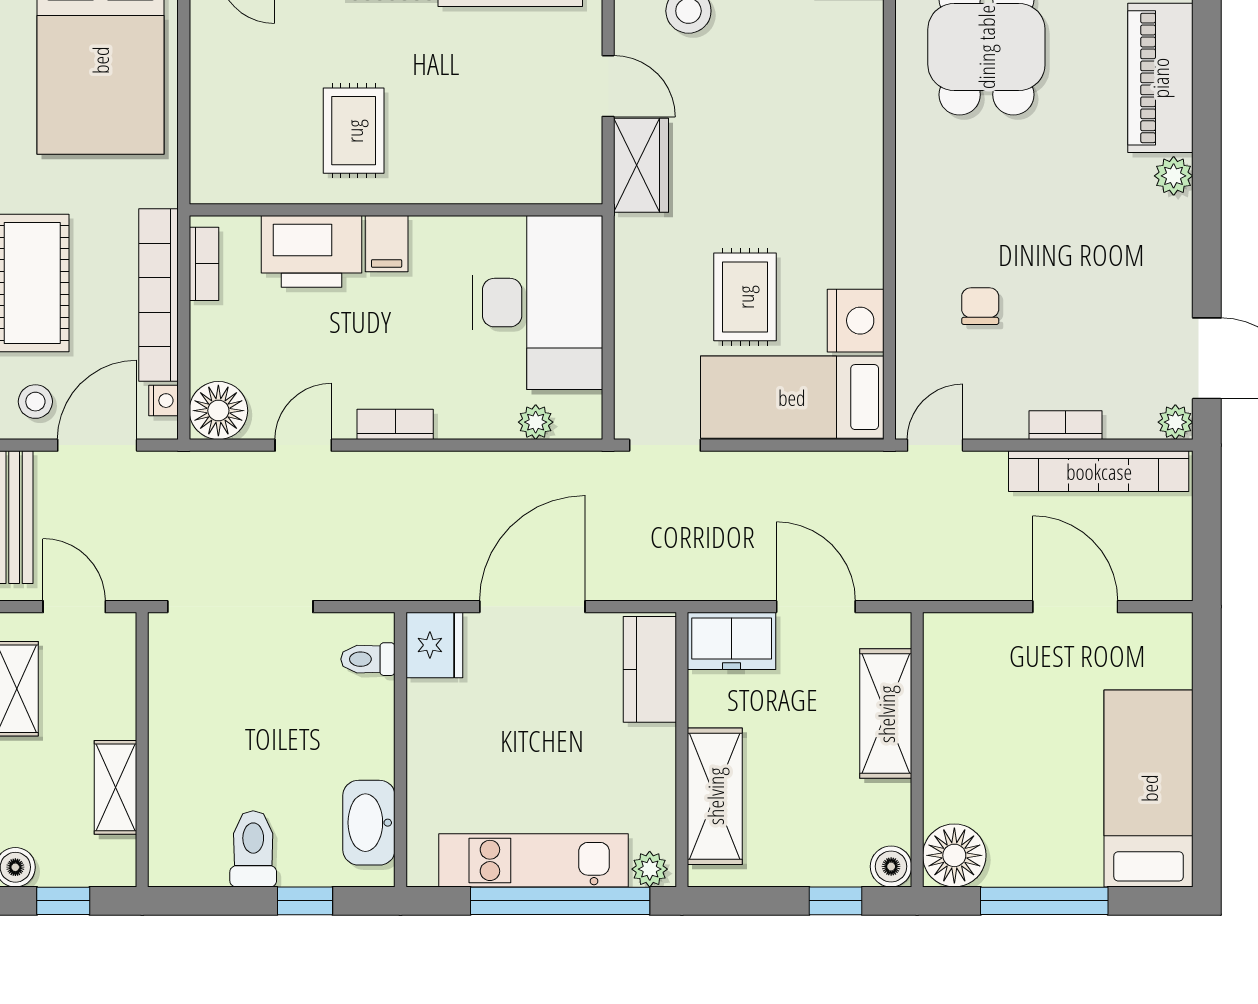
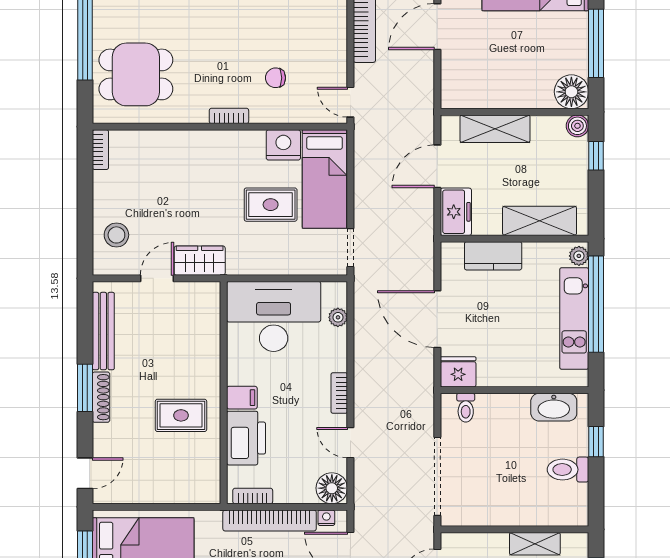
bookcase: (1066, 425) -> (229, 116), moved, turned 90
kitchen counter: (650, 669) -> (493, 256), moved

